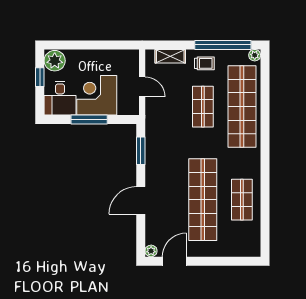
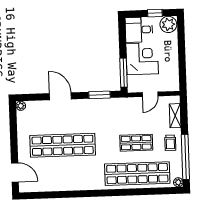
window: (89, 119) -> (124, 73), moved
shop shelf: (242, 200) -> (64, 176), removed
door: (174, 261) -> (15, 172), moved

